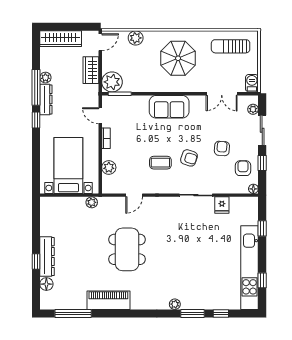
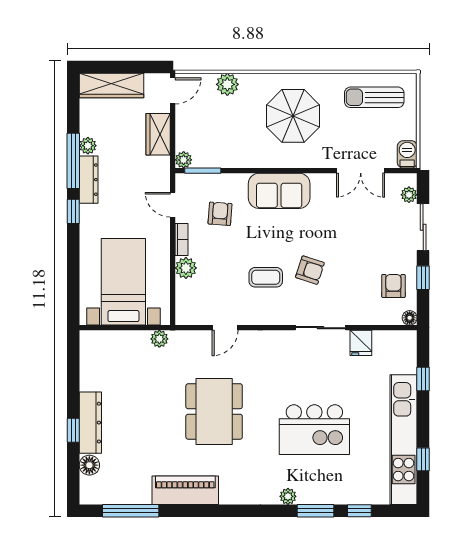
plant: (112, 82) -> (184, 160), width x0.53, depth x0.53
armchair: (222, 148) -> (220, 214), moved
plant: (109, 167) -> (186, 268), moved
kitchen island: (192, 261) -> (314, 430), added

